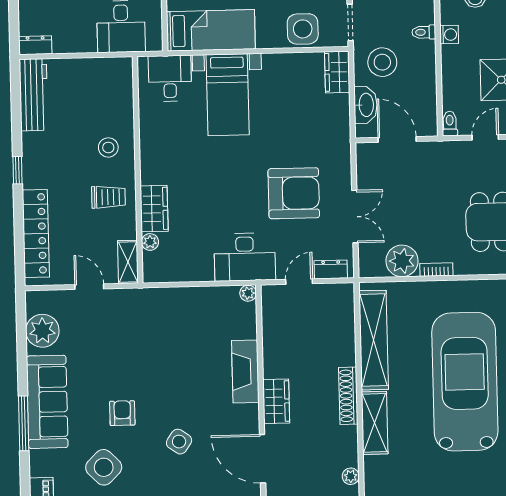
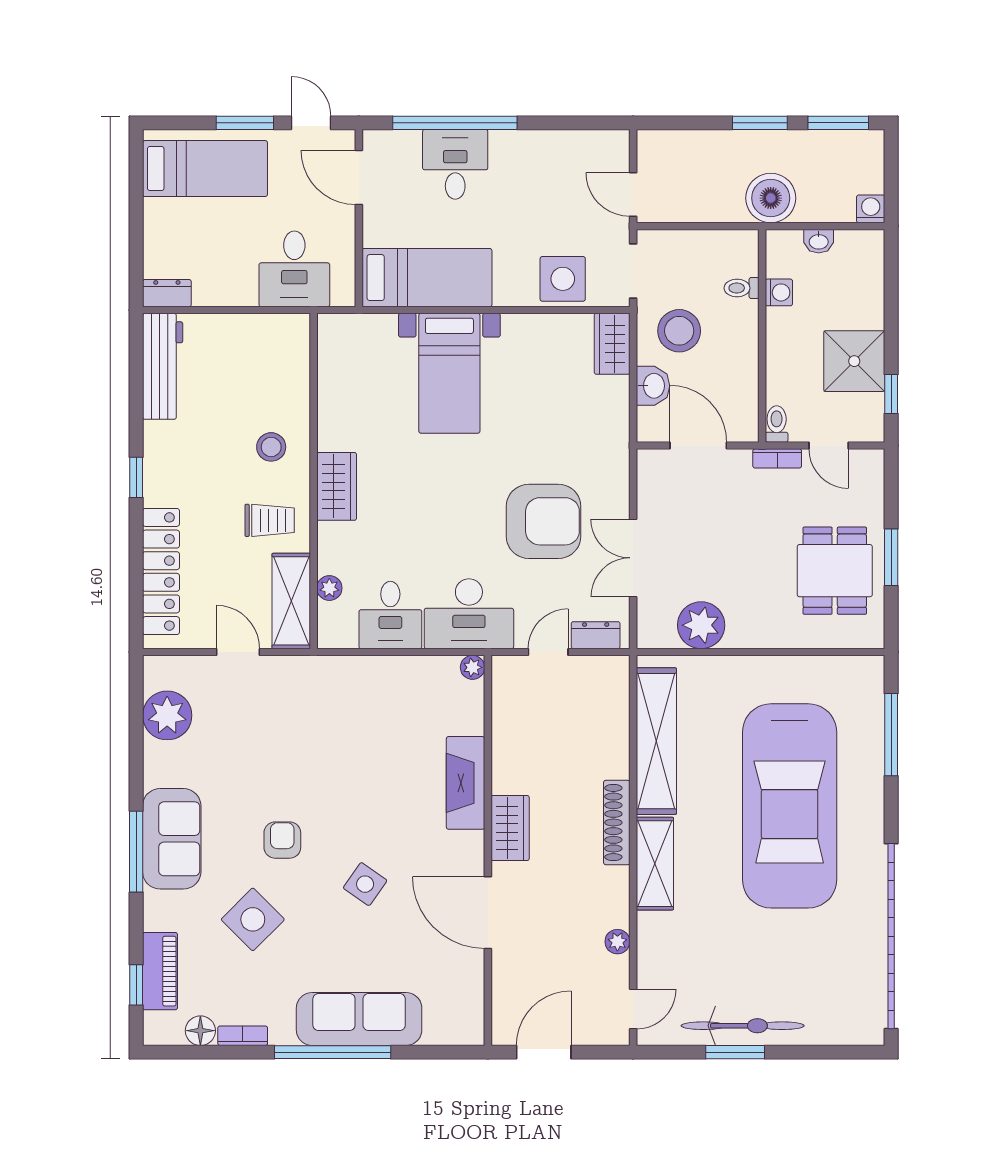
desk: (170, 78) -> (390, 615), moved, turned 180
washbasin: (366, 105) -> (653, 386), width x0.72
door: (485, 137) -> (829, 446), swing flipped
wardrobe: (154, 209) -> (337, 486), moved
double door: (355, 217) -> (633, 558), swing flipped
shelving: (128, 262) -> (291, 601), width x1.50, depth x1.33
bookcase: (436, 269) -> (777, 458), moved, turned 180
car: (465, 382) -> (790, 806), turned 180
sofa: (47, 402) -> (172, 839), width x0.73

